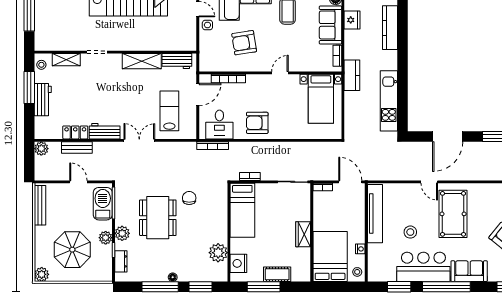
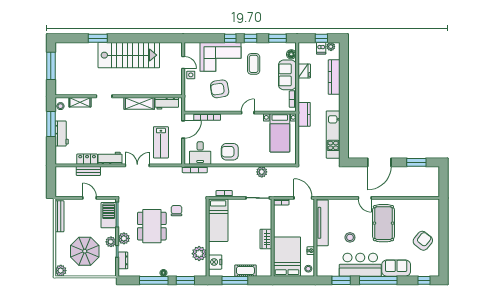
lab bench: (169, 111) -> (161, 142), turned 180
plant: (41, 149) -> (262, 172), moved

